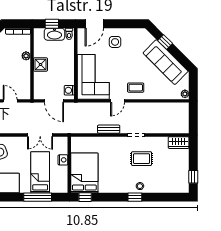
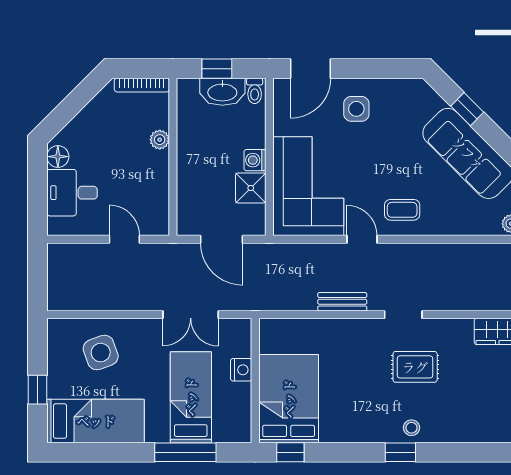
shower: (40, 65) -> (251, 188), moved
washing machine: (69, 90) -> (255, 160), moved
door: (118, 101) -> (362, 239), swing flipped

